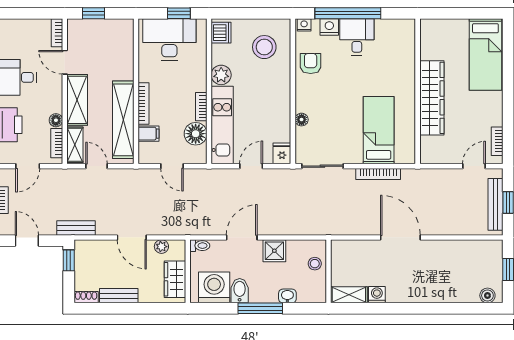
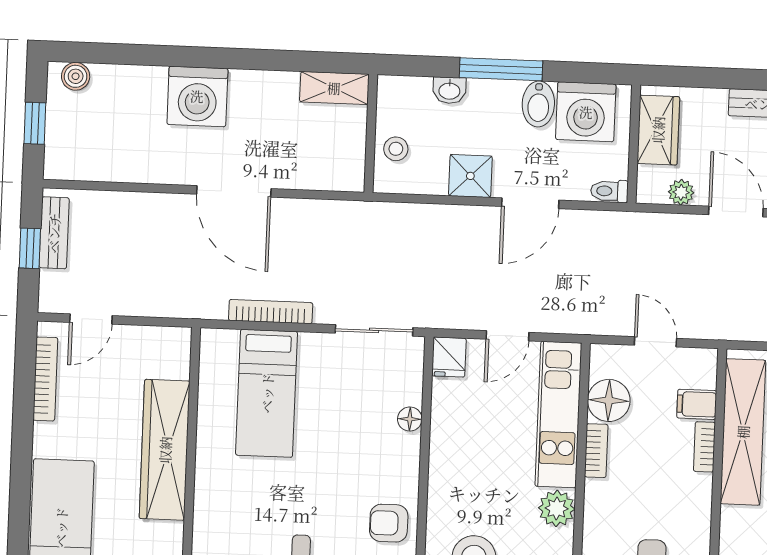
armchair: (311, 63) -> (389, 523), turned 90
bookcase: (144, 103) -> (704, 447), width x0.64
bookcase: (497, 141) -> (45, 379), width x1.56
bench: (496, 204) -> (54, 233), width x0.73
washing machine: (377, 295) -> (197, 96), moved, width x1.89, depth x1.89

